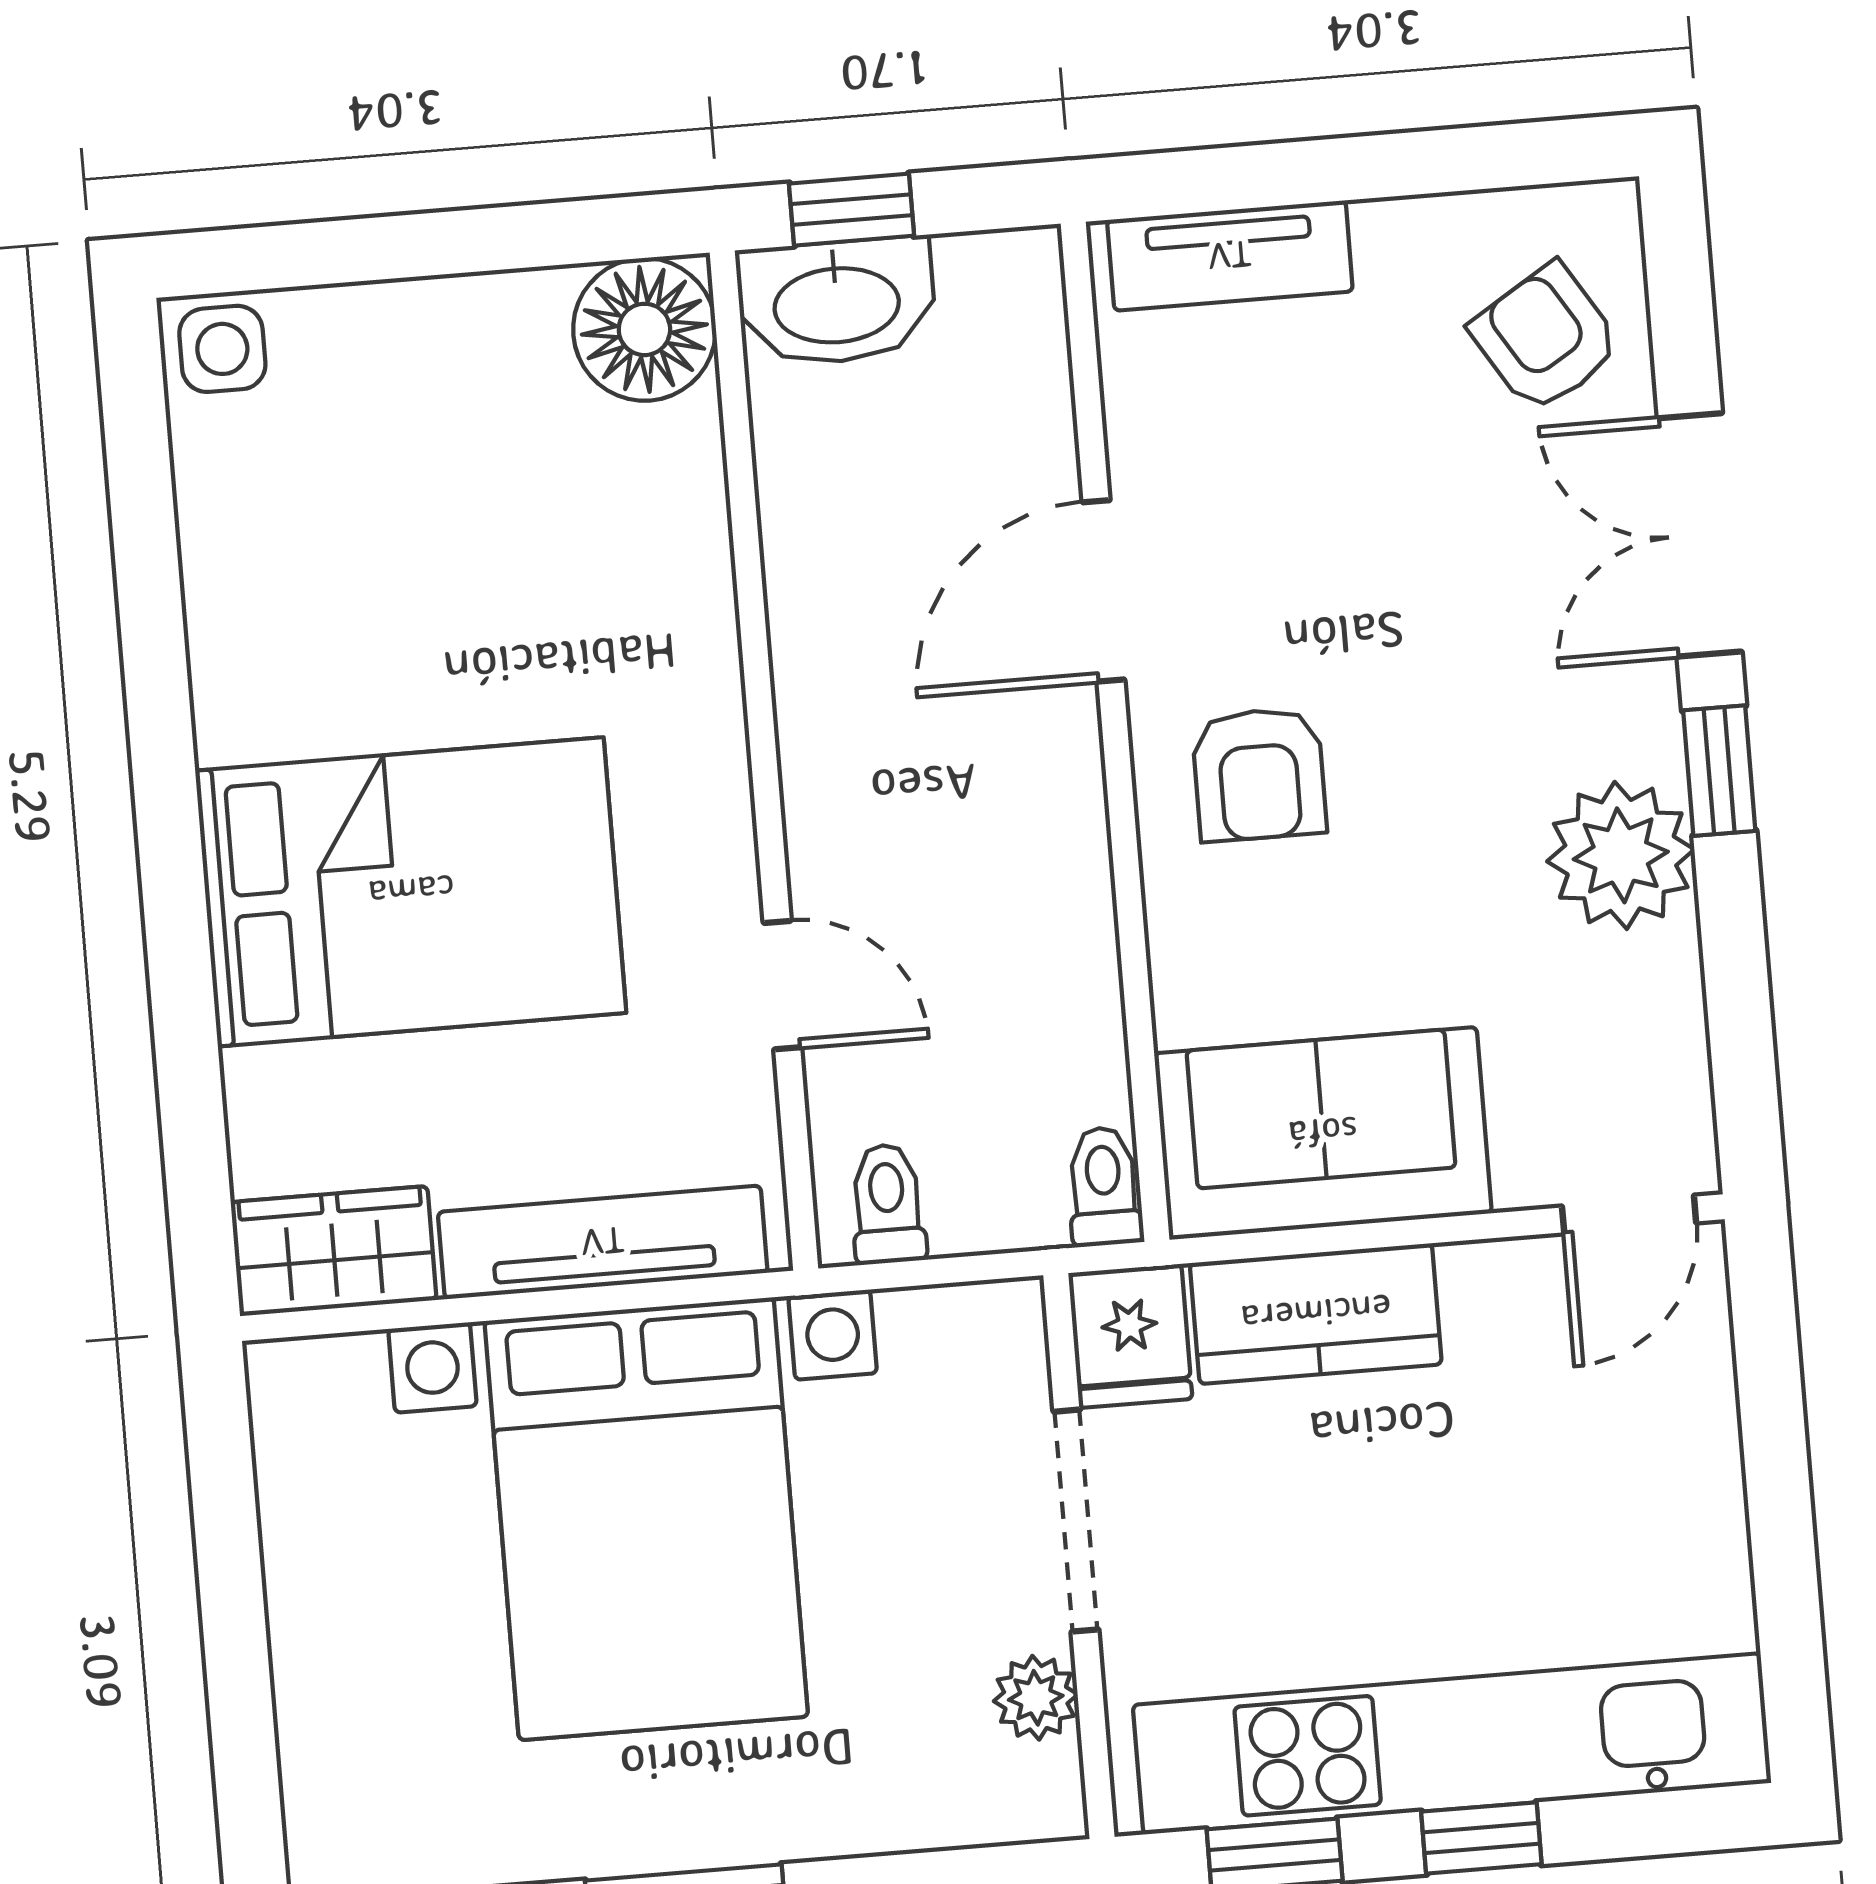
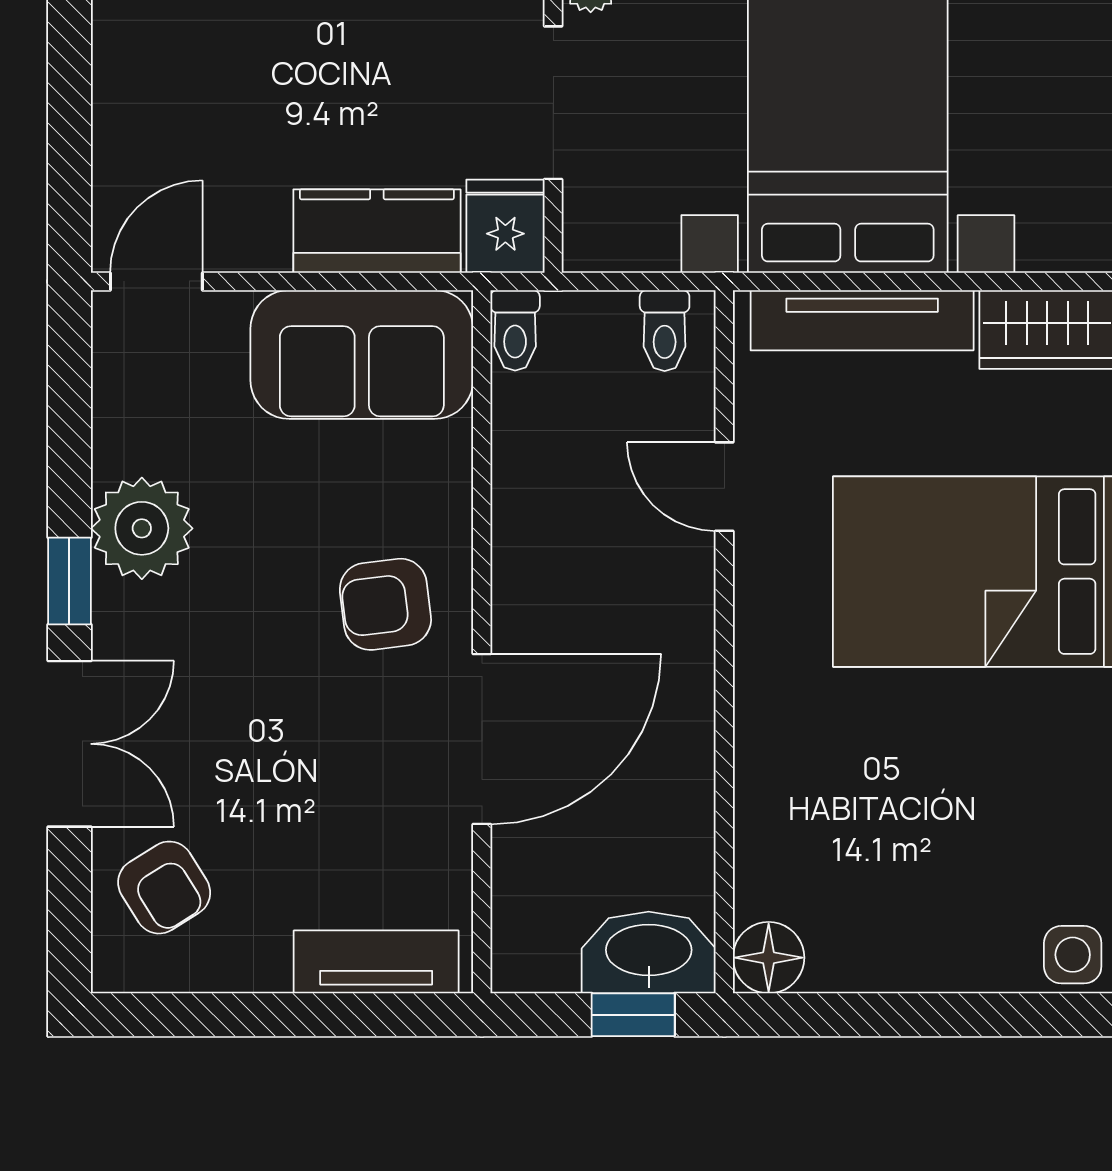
floor lamp: (644, 329) -> (769, 958), width x0.73, depth x0.73
door: (1103, 591) -> (482, 739), width x1.36
armchair: (1259, 774) -> (385, 604), turned -97

